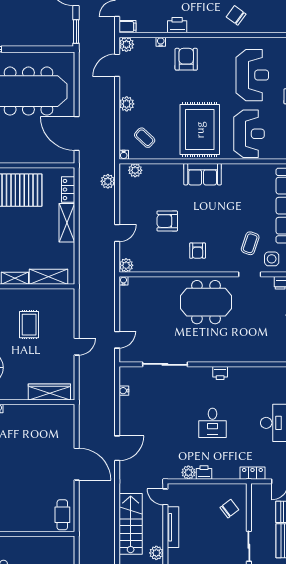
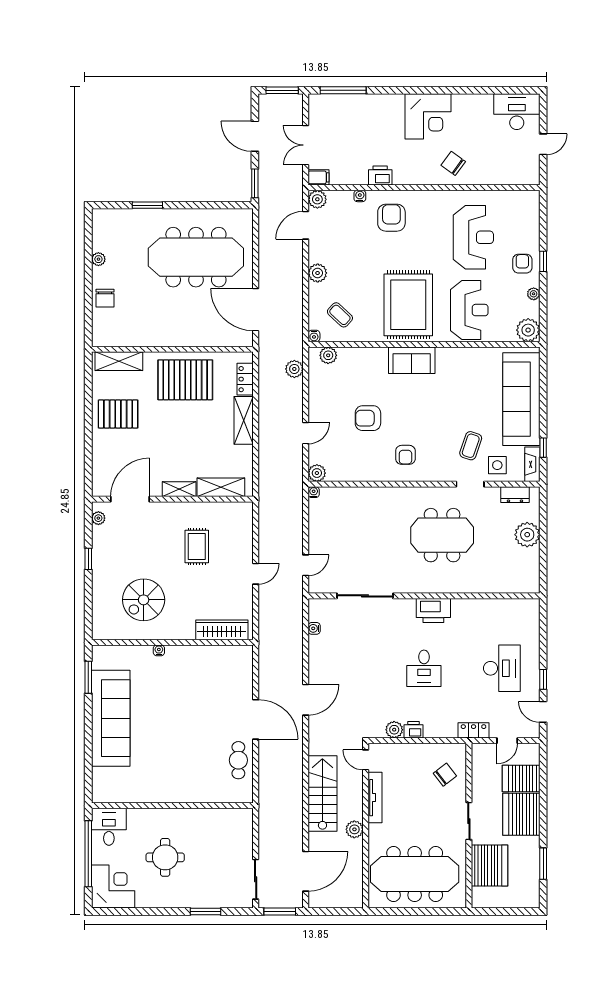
meeting table: (206, 302) -> (442, 535), moved
printer: (220, 373) -> (433, 610), width x1.87, depth x1.48
cafe table: (62, 515) -> (238, 760), moved

